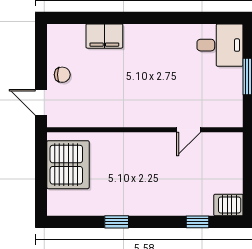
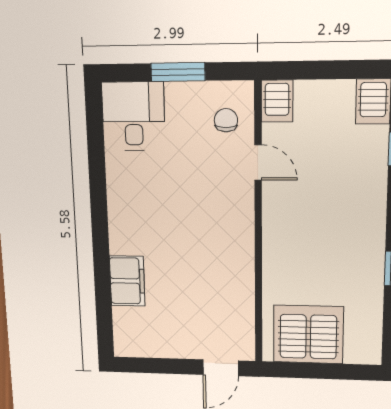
chair: (62, 75) -> (226, 120), moved
server rack: (229, 142) -> (277, 101), added

